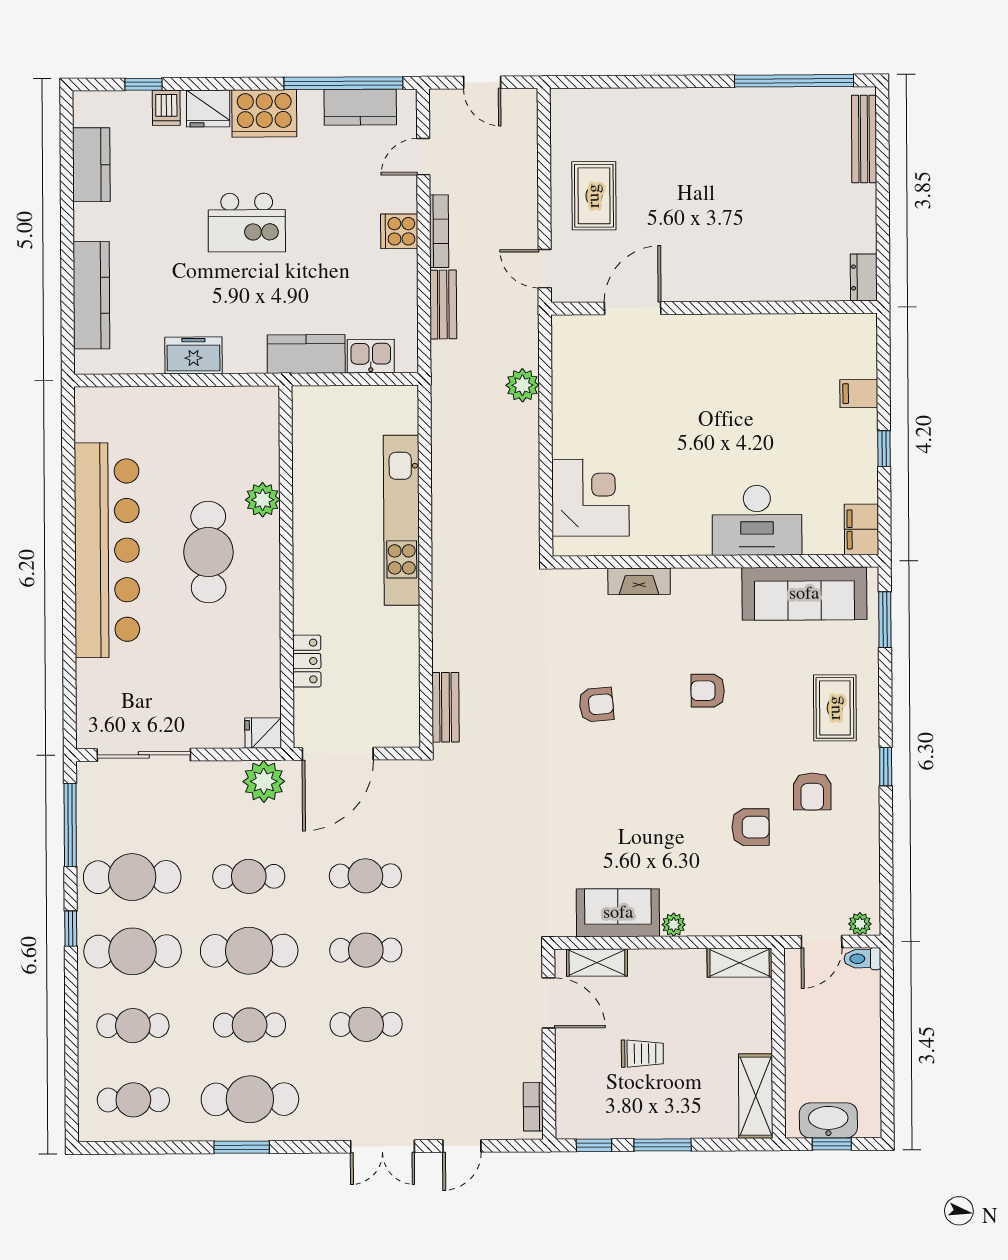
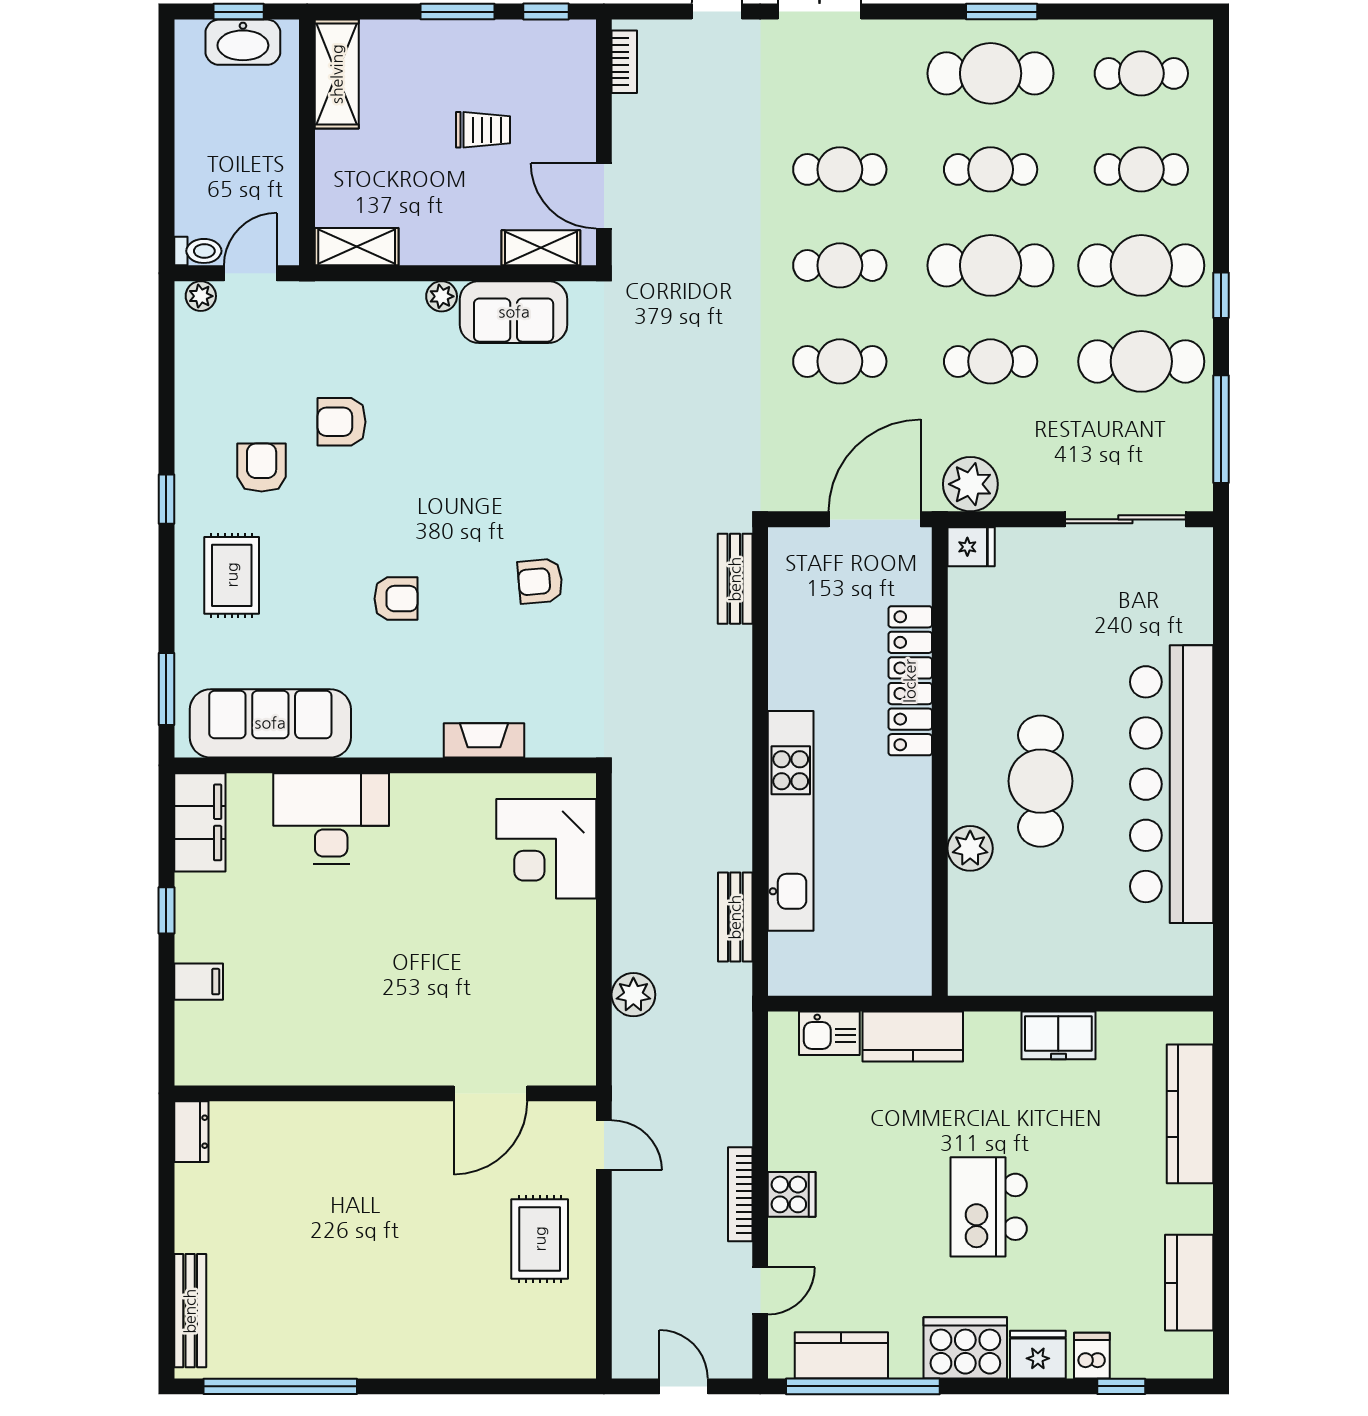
kitchen island: (247, 223) -> (989, 1207), turned -90
bench: (443, 305) -> (735, 917), moved
filing cabinet: (861, 529) -> (200, 822), width x1.50, depth x1.17
locker: (307, 661) -> (910, 681), width x2.16, depth x1.21
trolley: (642, 1054) -> (483, 130), turned 180

